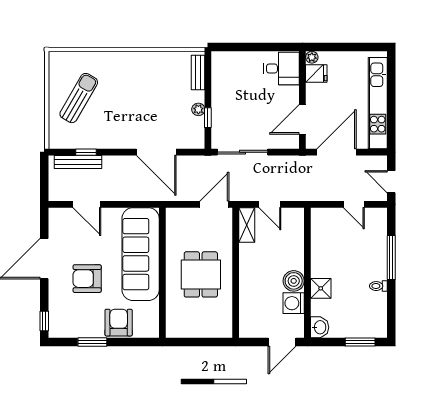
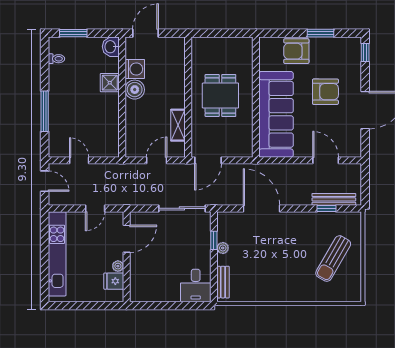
plant: (312, 57) -> (118, 266), moved
desk: (282, 68) -> (196, 285), moved, turned -90
door: (336, 152) -> (95, 208), width x0.53
door: (270, 204) -> (157, 160), hinge flipped
shelving: (247, 225) -> (178, 125), moved
toilet: (378, 286) -> (56, 59), moved
armchair: (119, 323) -> (296, 51), turned 90

